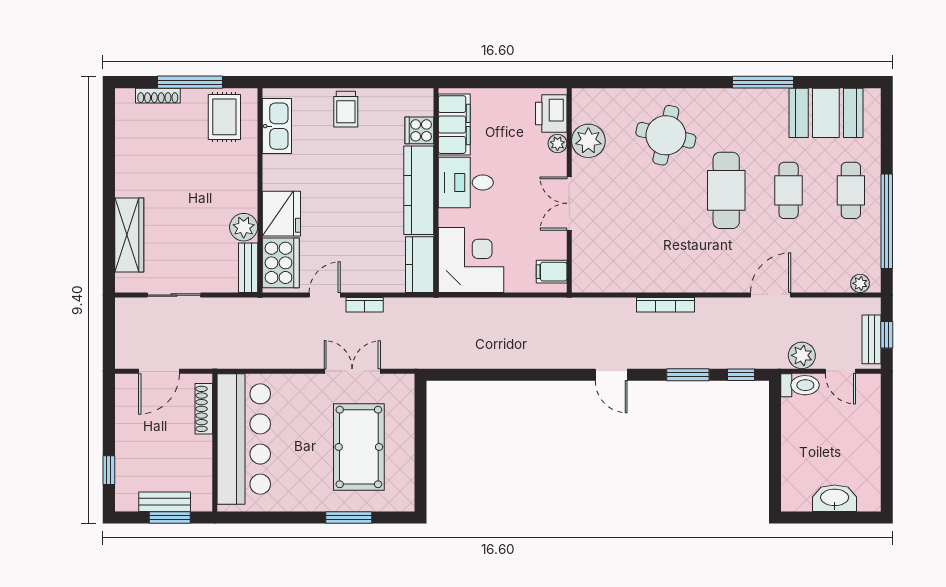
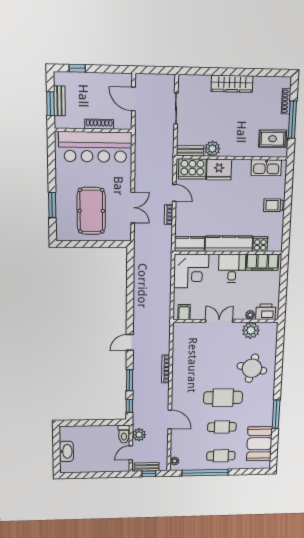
wardrobe: (129, 235) -> (232, 84), moved
shoe rack: (204, 409) -> (99, 124), moved
pool table: (359, 447) -> (91, 211), turned 90

